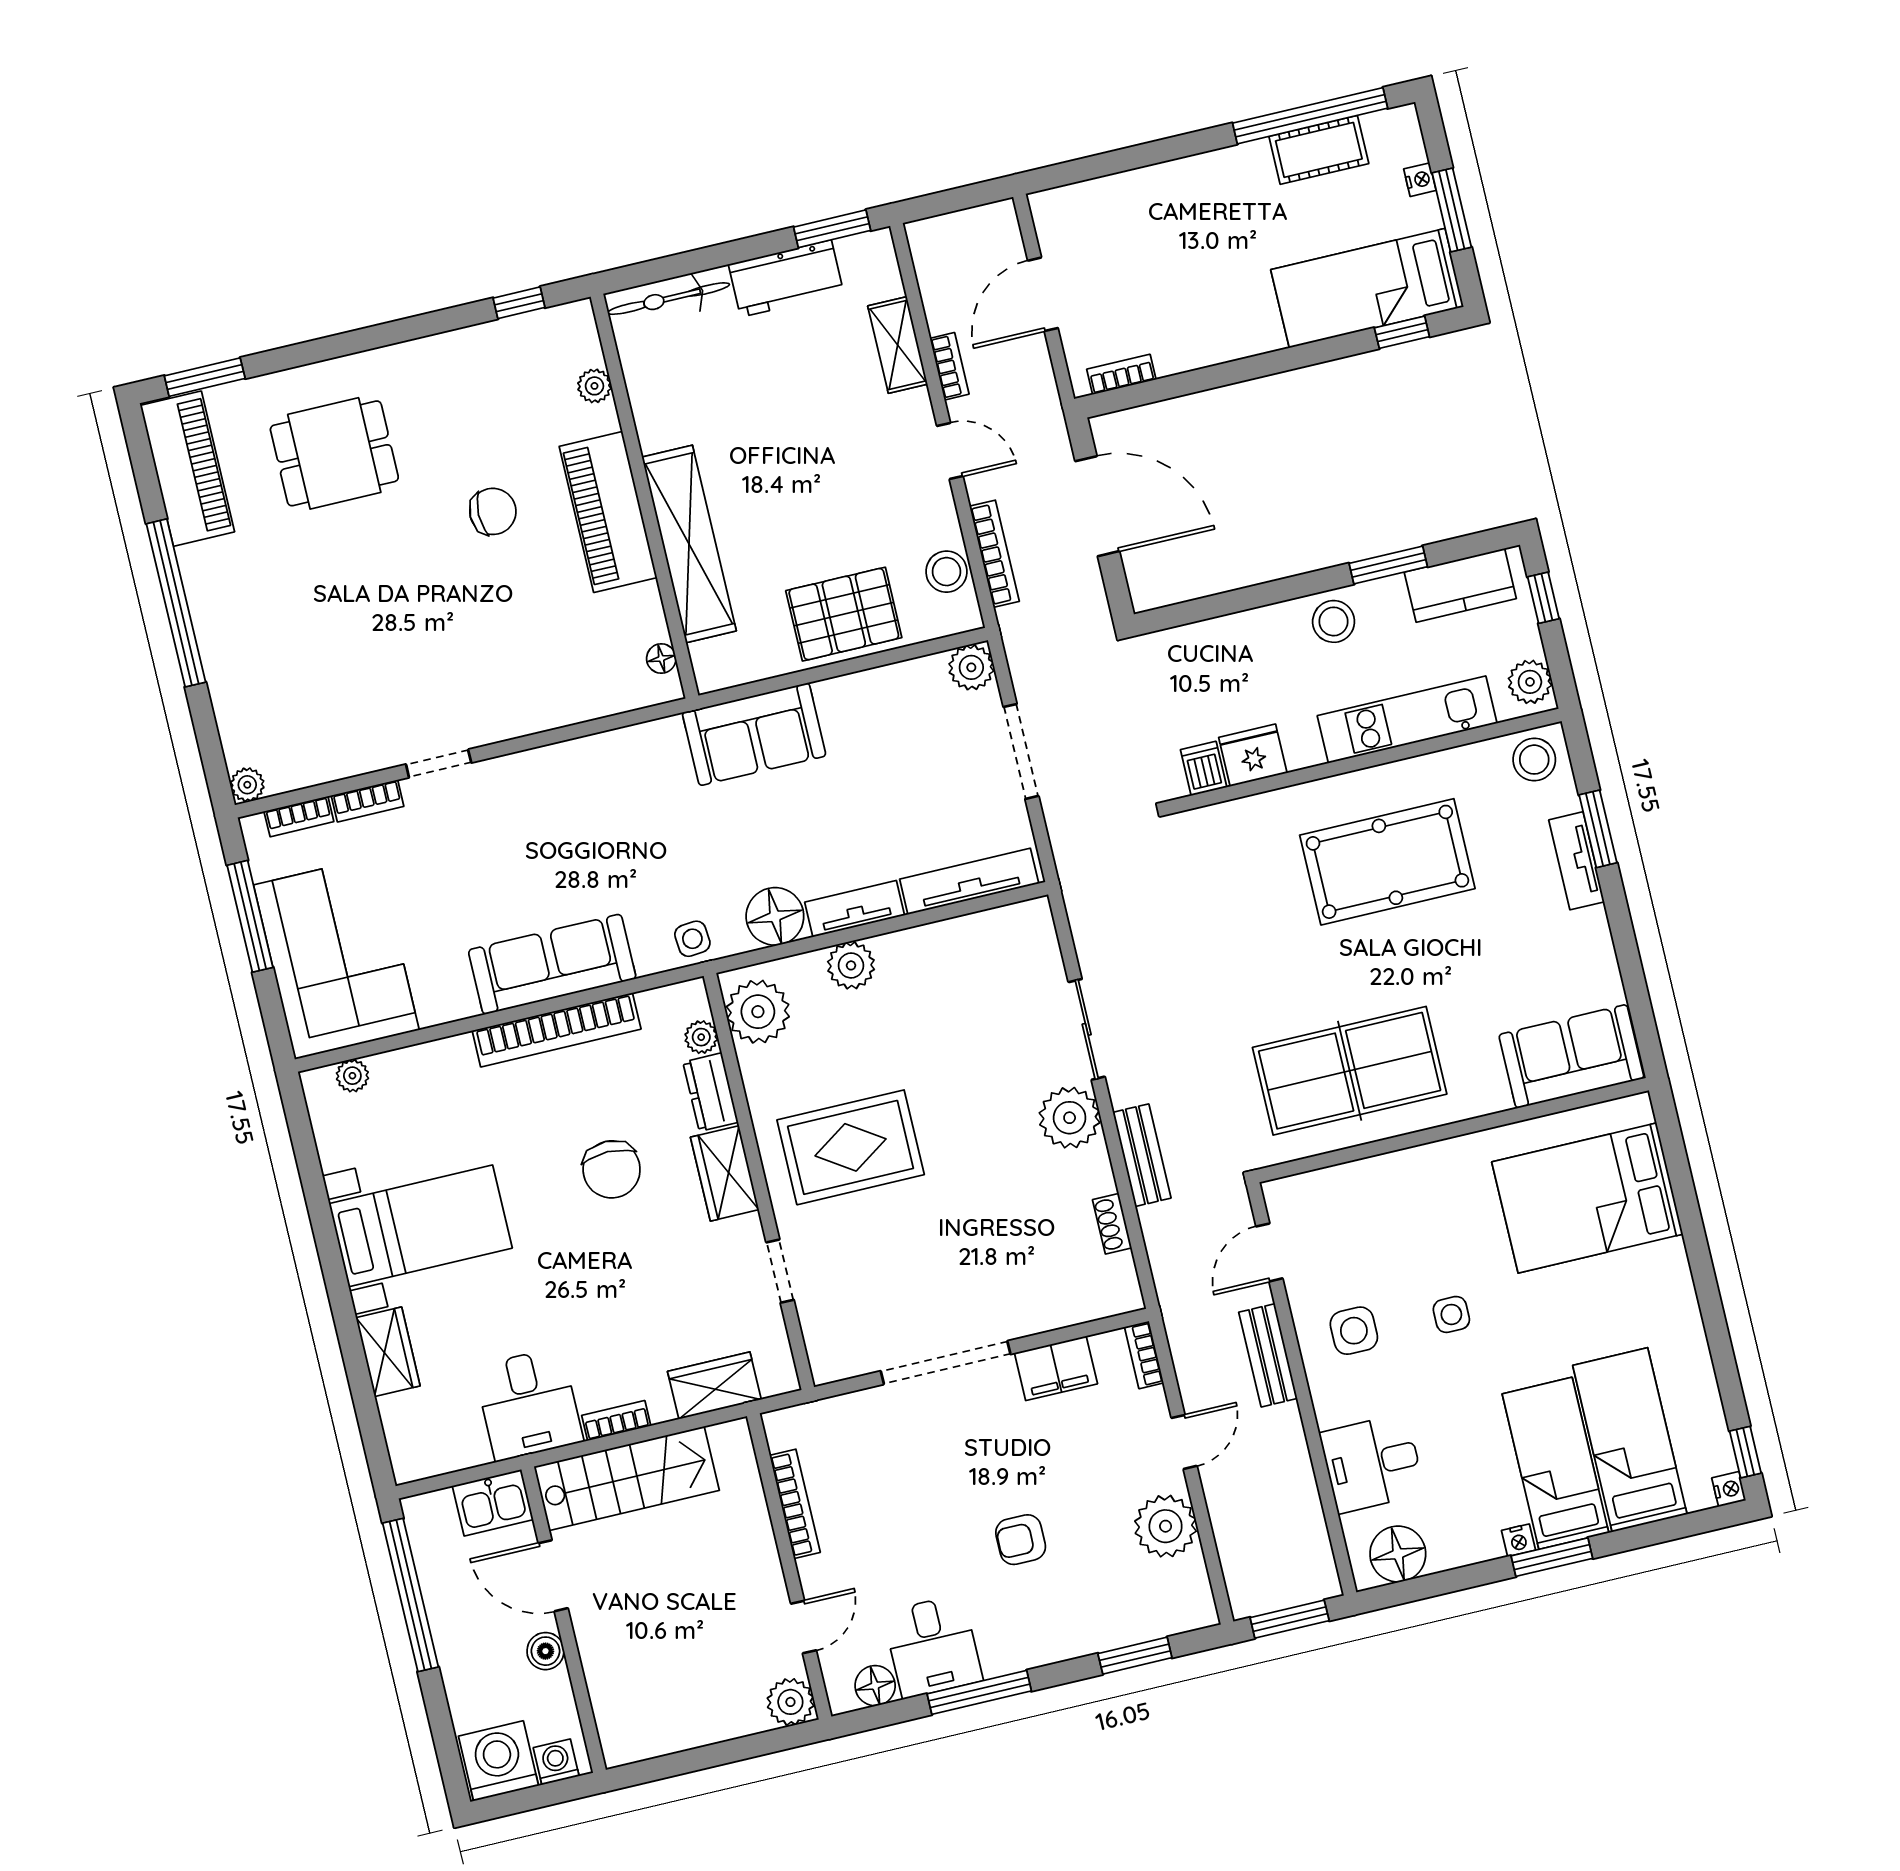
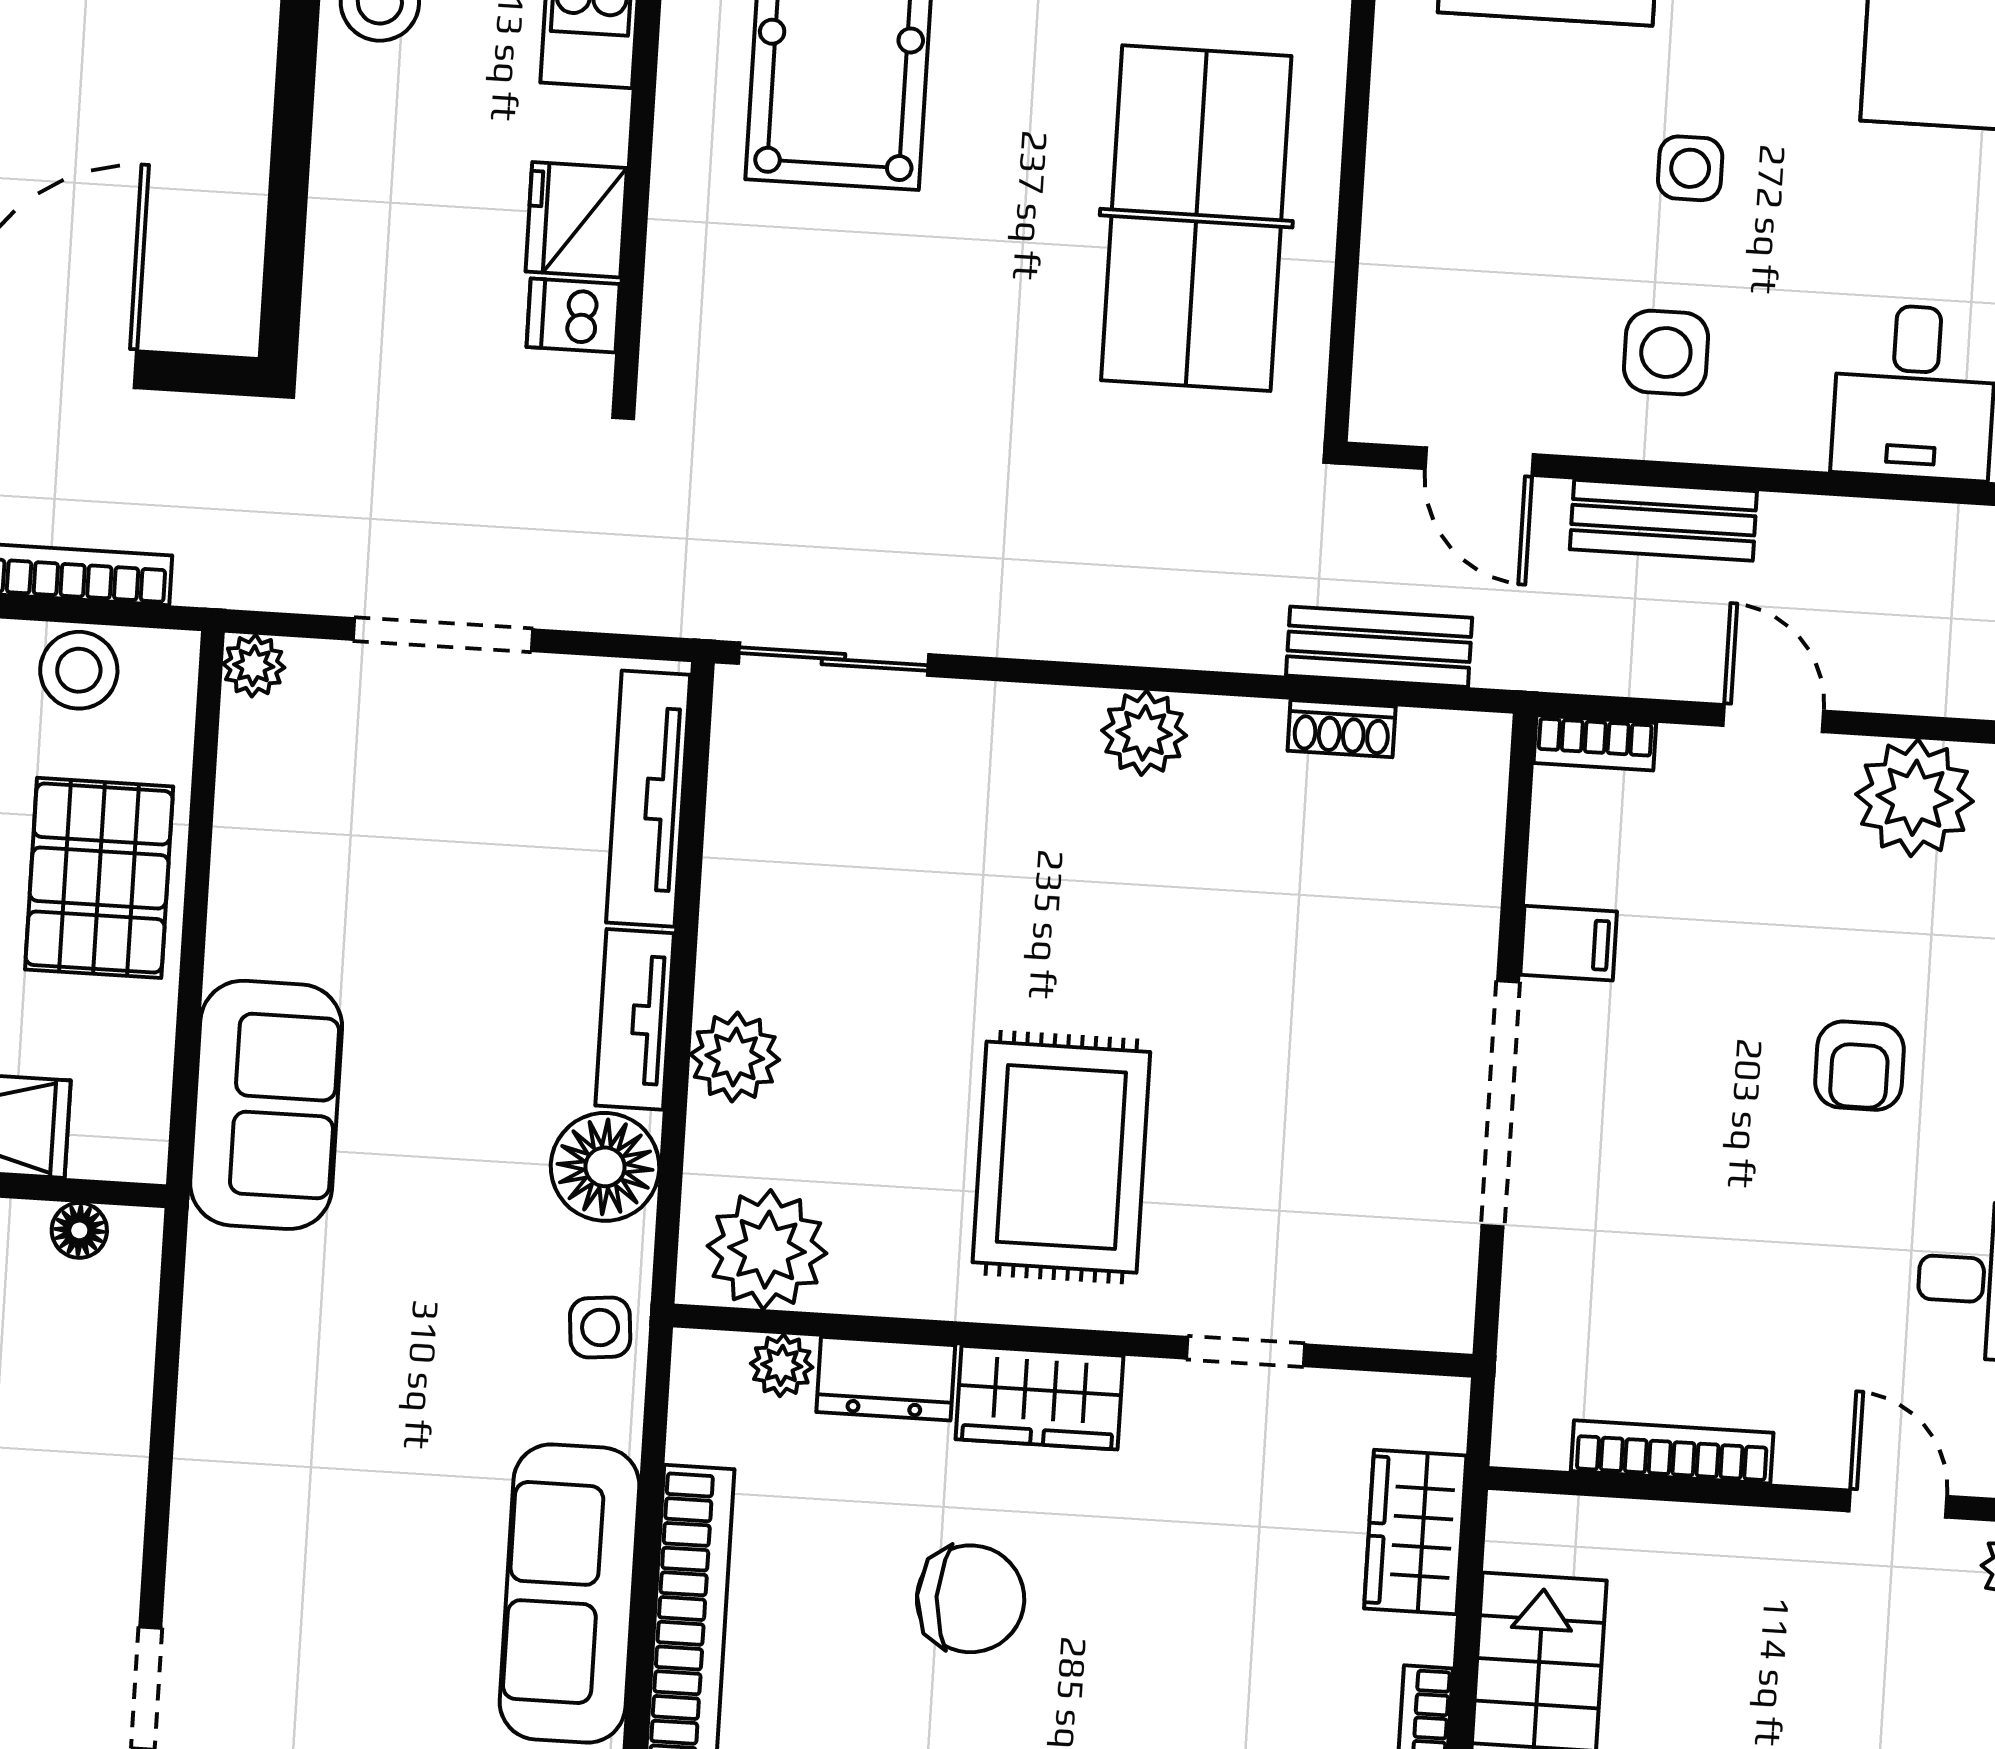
plant: (971, 667) -> (254, 666), width x0.73, depth x0.73
sliding door: (1087, 1029) -> (833, 659), moved
plant: (1070, 1118) -> (1144, 733), width x0.73, depth x0.73
bench: (1142, 1155) -> (1379, 647), moved
filing cabinet: (1056, 1368) -> (1569, 943), width x0.50

